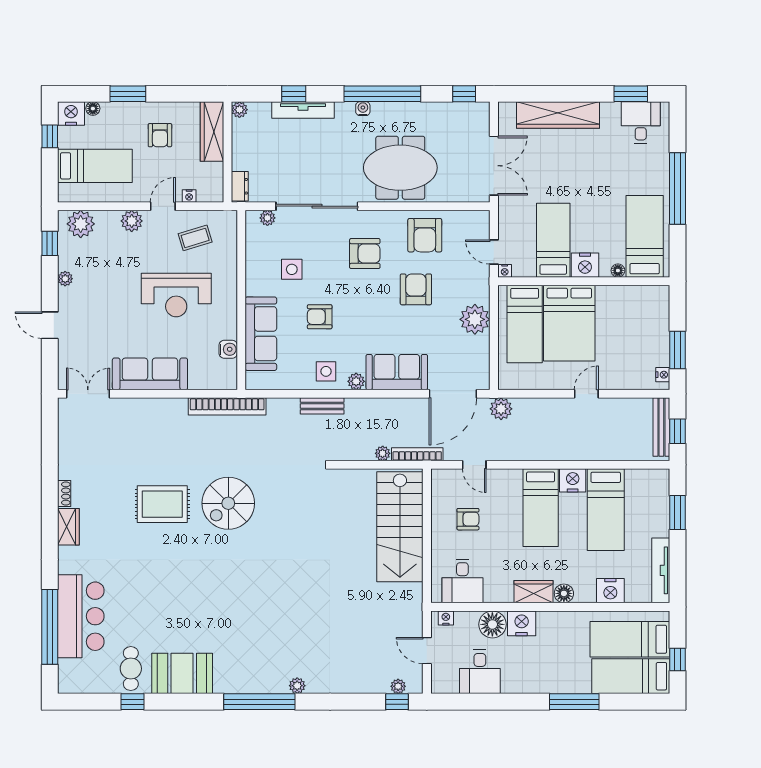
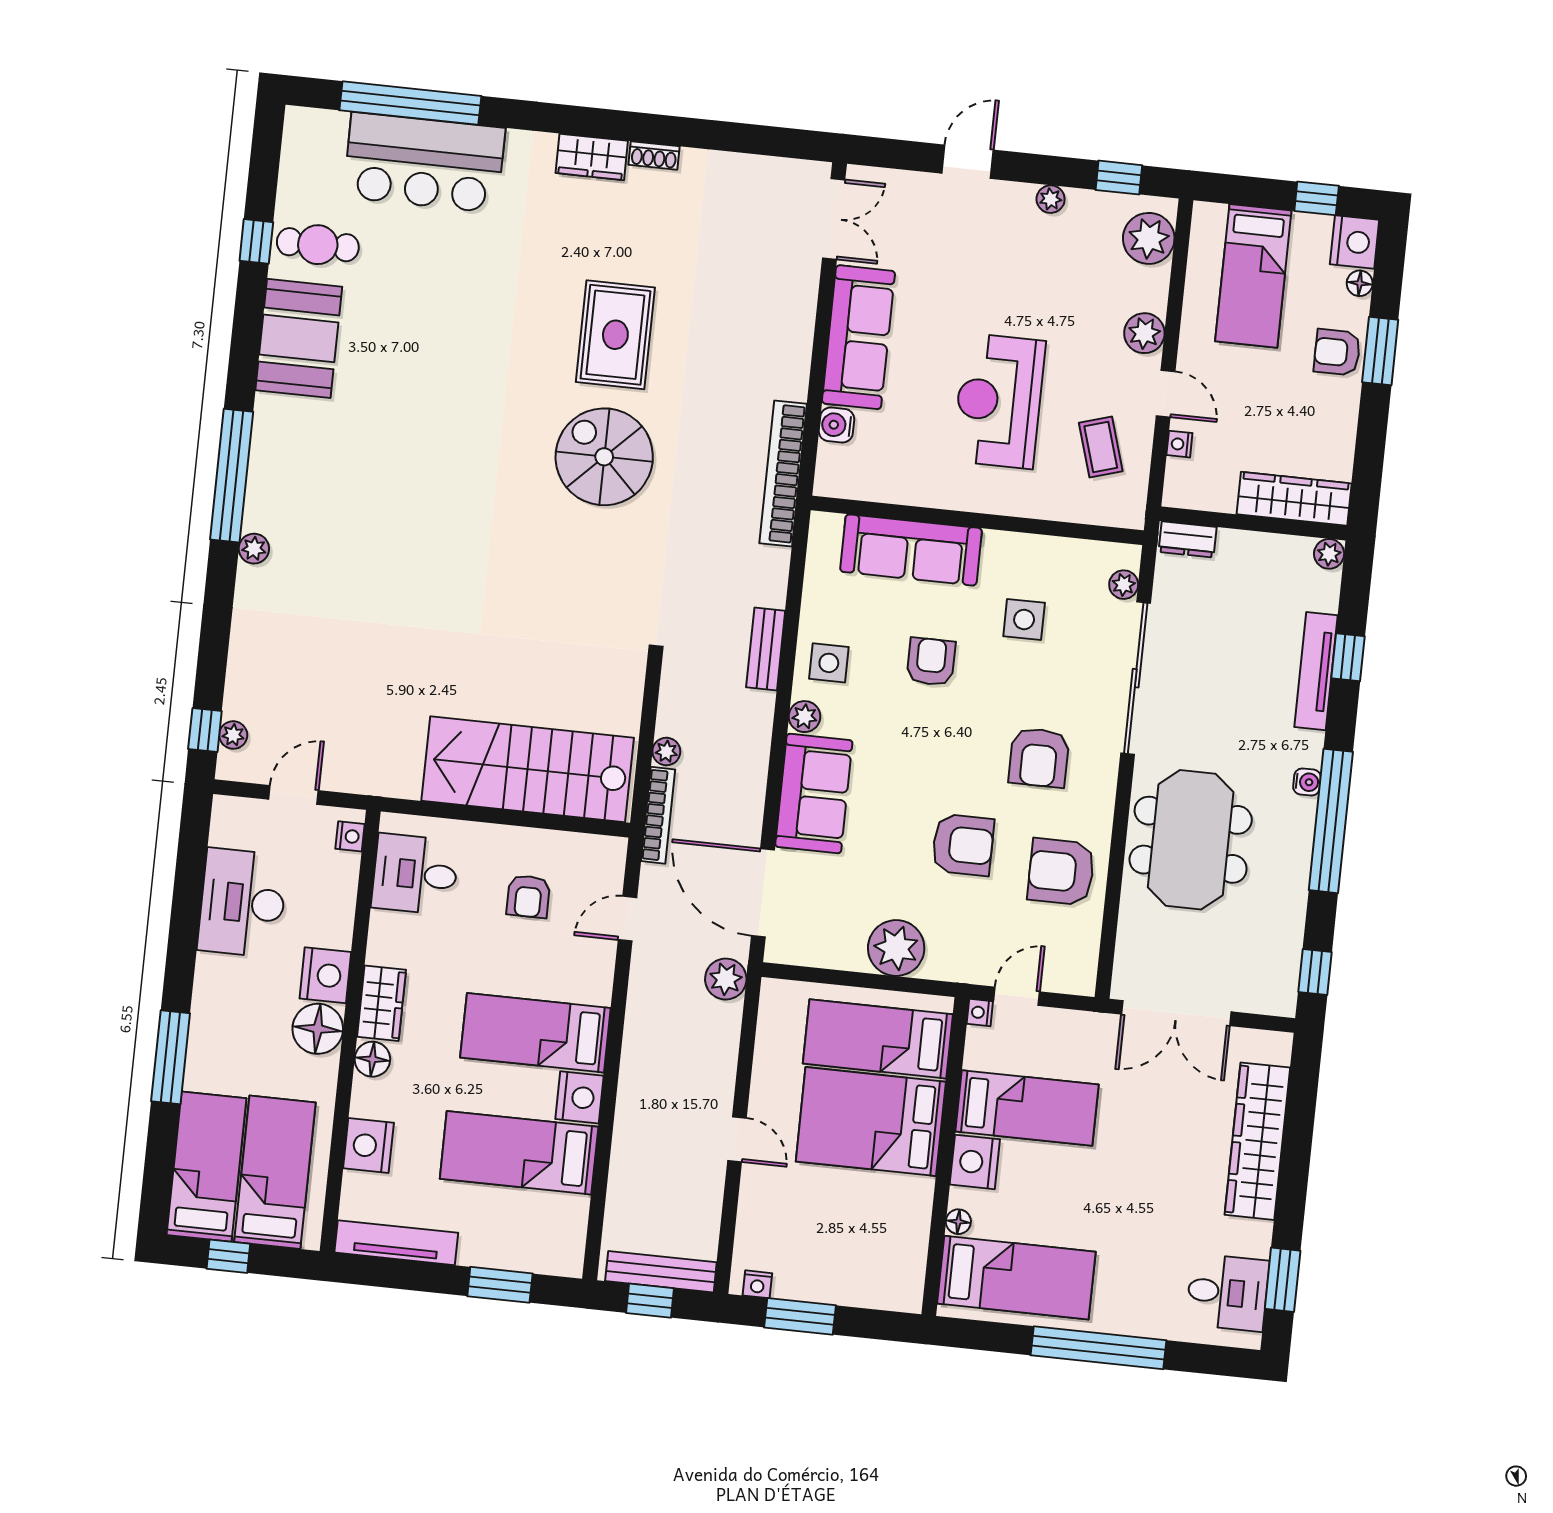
armchair: (160, 135) -> (1337, 352), moved
water cooler: (228, 349) -> (836, 425), moved, turned 90
floor lamp: (492, 624) -> (318, 1029), moved
desk: (480, 672) -> (243, 903), width x1.37

